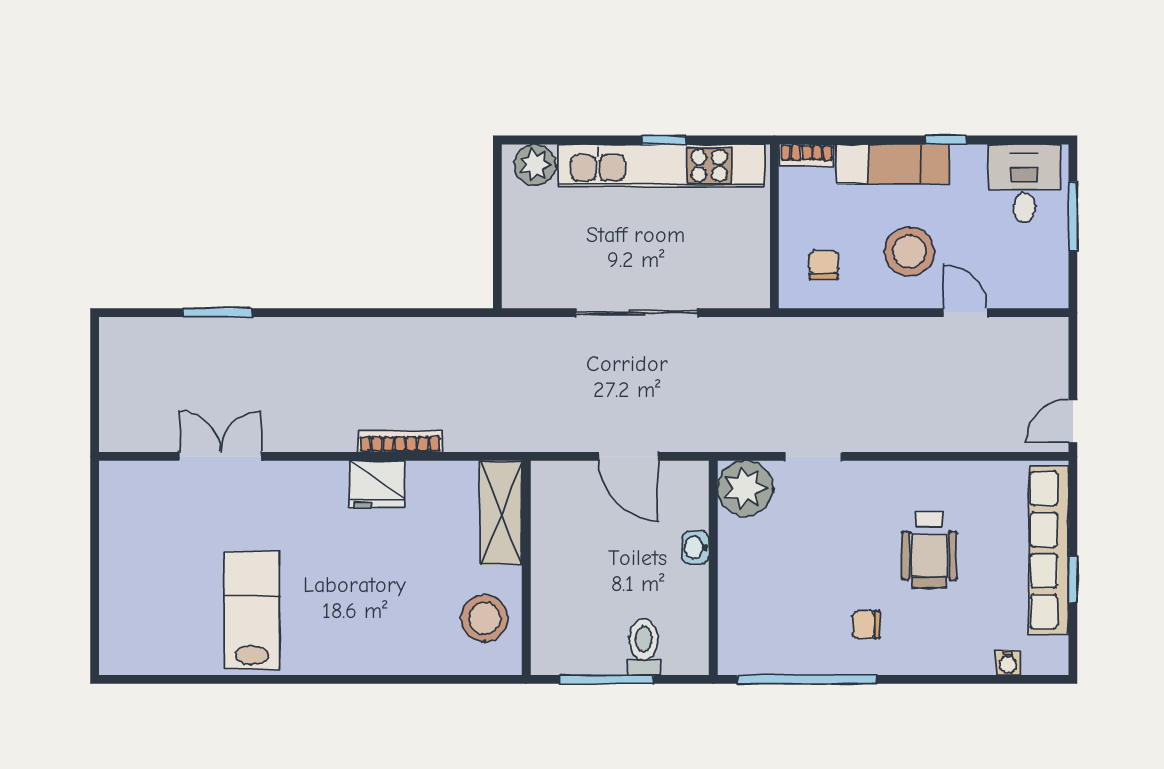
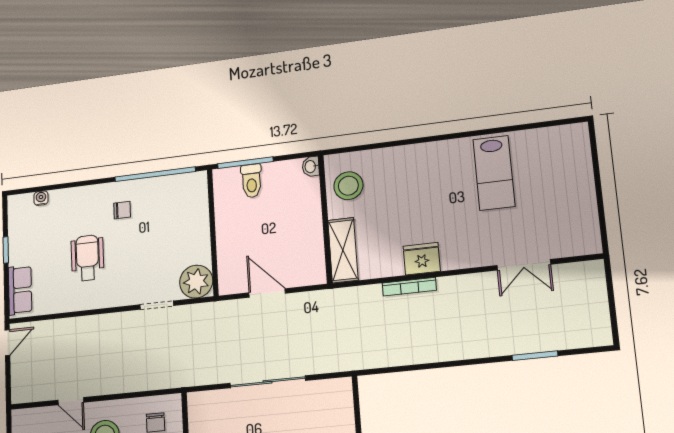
washbasin: (696, 548) -> (311, 167), moved, turned 180
row of seats: (1049, 550) -> (20, 290), width x0.50
window: (607, 679) -> (245, 163), moved

